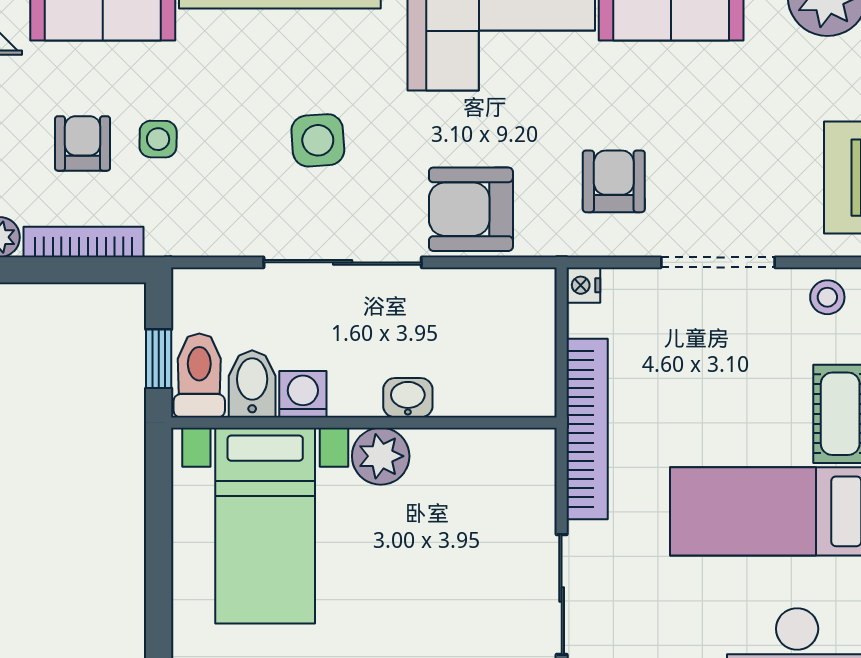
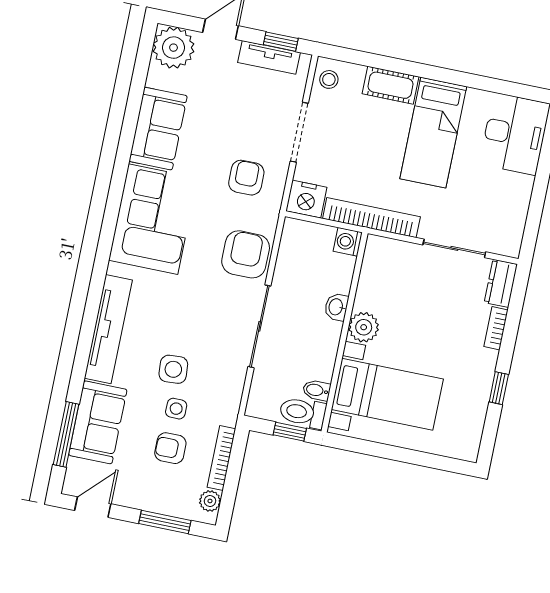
side table: (318, 140) -> (173, 369), moved
armchair: (614, 181) -> (246, 178), turned 90
armchair: (471, 209) -> (246, 254), turned 180
nightstand: (583, 285) -> (306, 199), width x1.89, depth x1.79
bidet: (252, 384) -> (317, 390), width x0.72, depth x0.74
washing machine: (303, 394) -> (348, 242), moved

